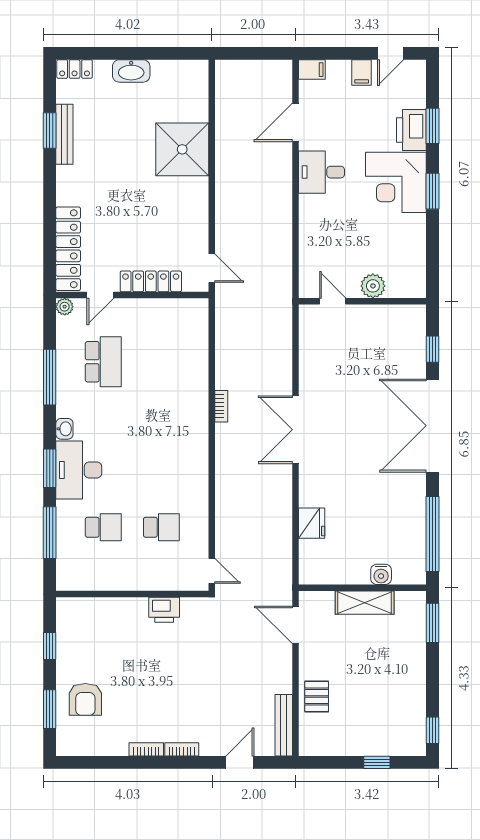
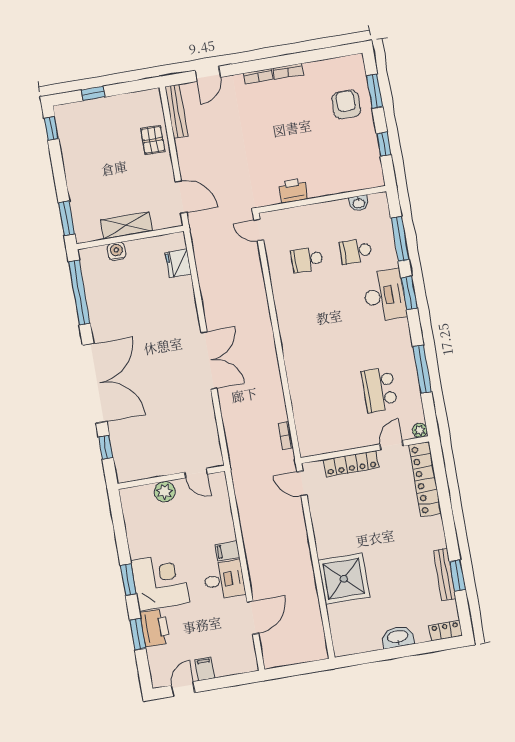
filing cabinet: (312, 70) -> (227, 551), moved
bookcase: (221, 406) -> (286, 435), moved
washbasin: (64, 429) -> (359, 203), moved, turned -90
fridge: (312, 523) -> (178, 263), moved

